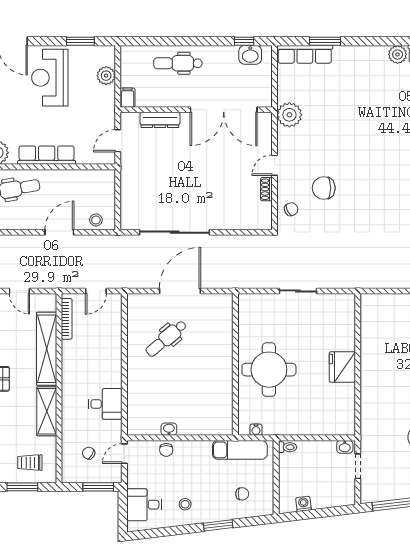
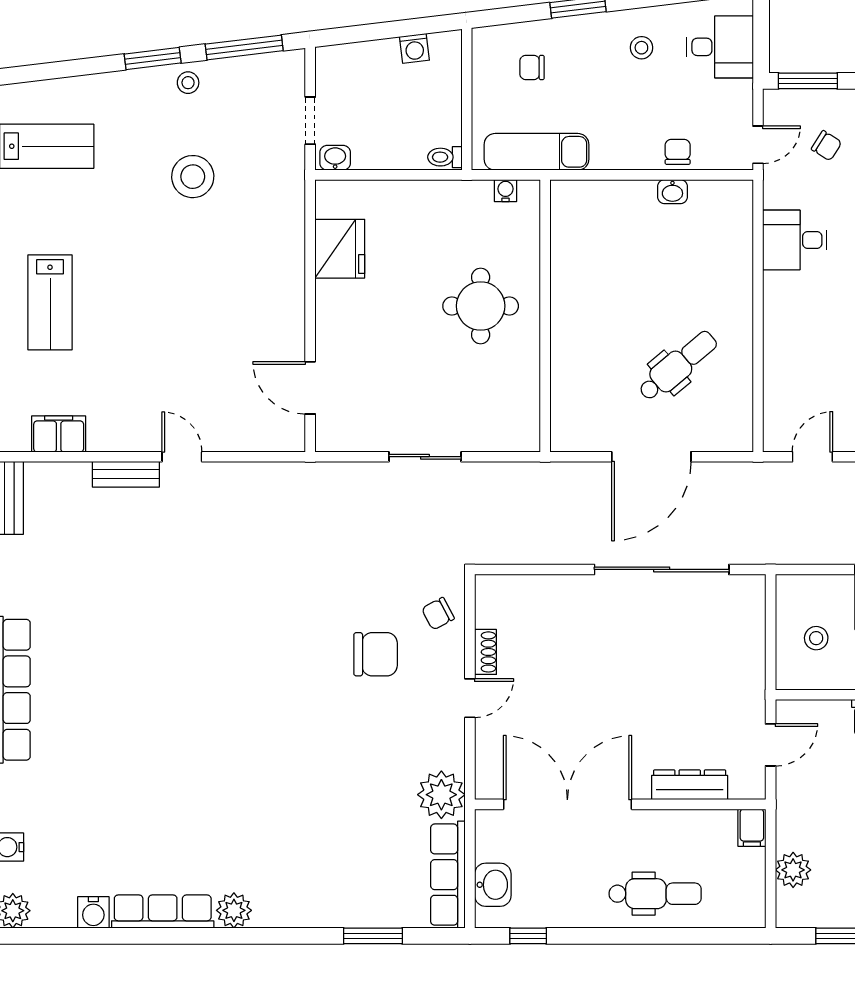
row of seats: (305, 54) -> (448, 875), moved, turned -90
washbasin: (250, 55) -> (493, 885), moved, turned 90
stool: (96, 220) -> (816, 638), moved
door: (358, 327) -> (310, 388), added
fridge: (342, 367) -> (340, 249), moved
round table: (269, 370) -> (481, 306), width x0.73, depth x0.73

